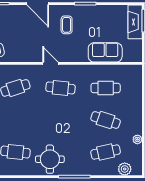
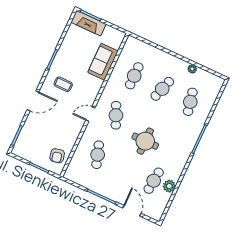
cafe table: (60, 88) -> (116, 115), turned -30
round table: (50, 159) -> (145, 141), moved
plant: (125, 169) -> (169, 186), moved

